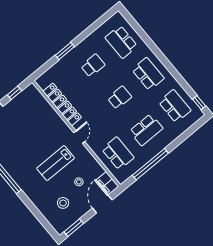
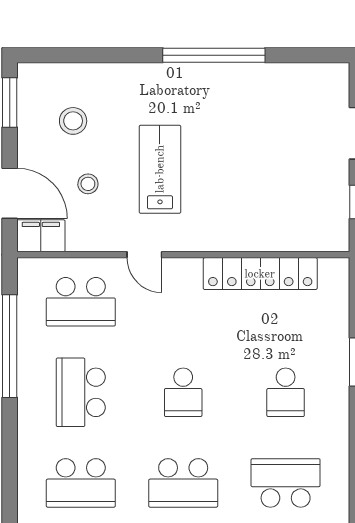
door: (79, 137) -> (144, 255), moved

